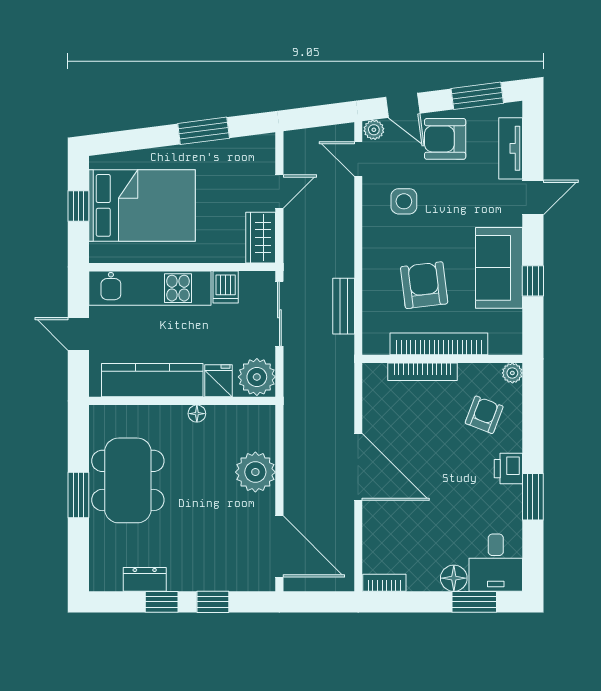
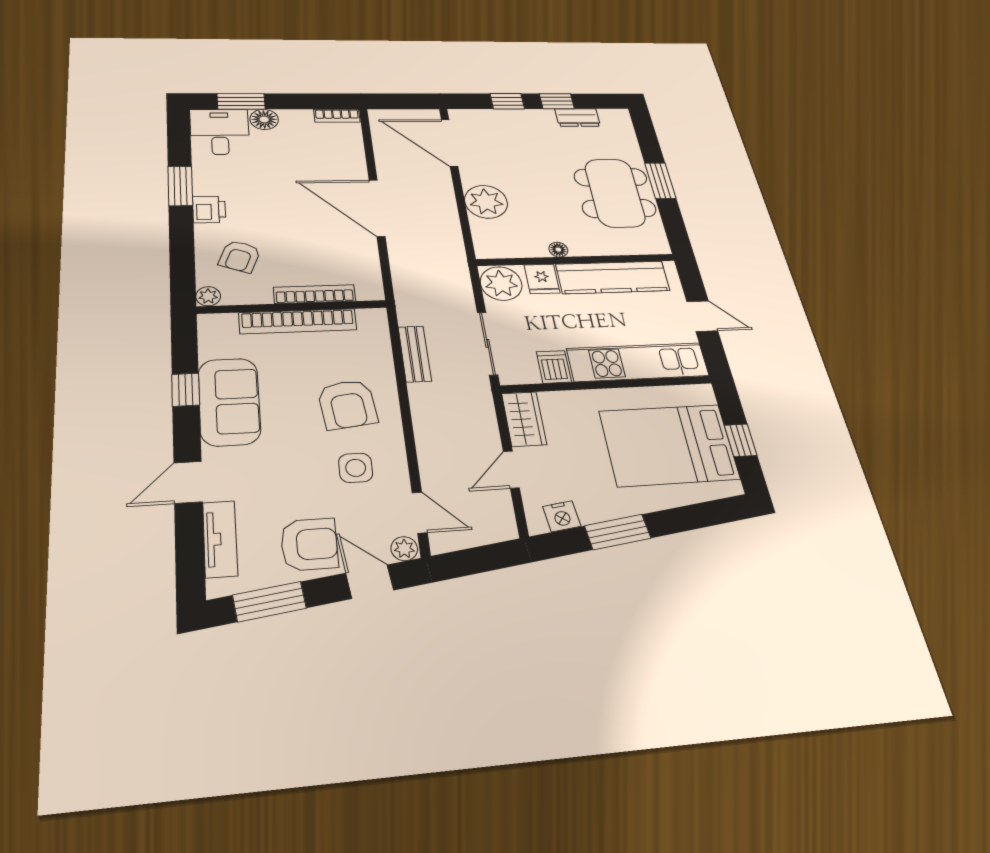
nightstand: (246, 148) -> (562, 516), added
armchair: (424, 285) -> (347, 404), moved

